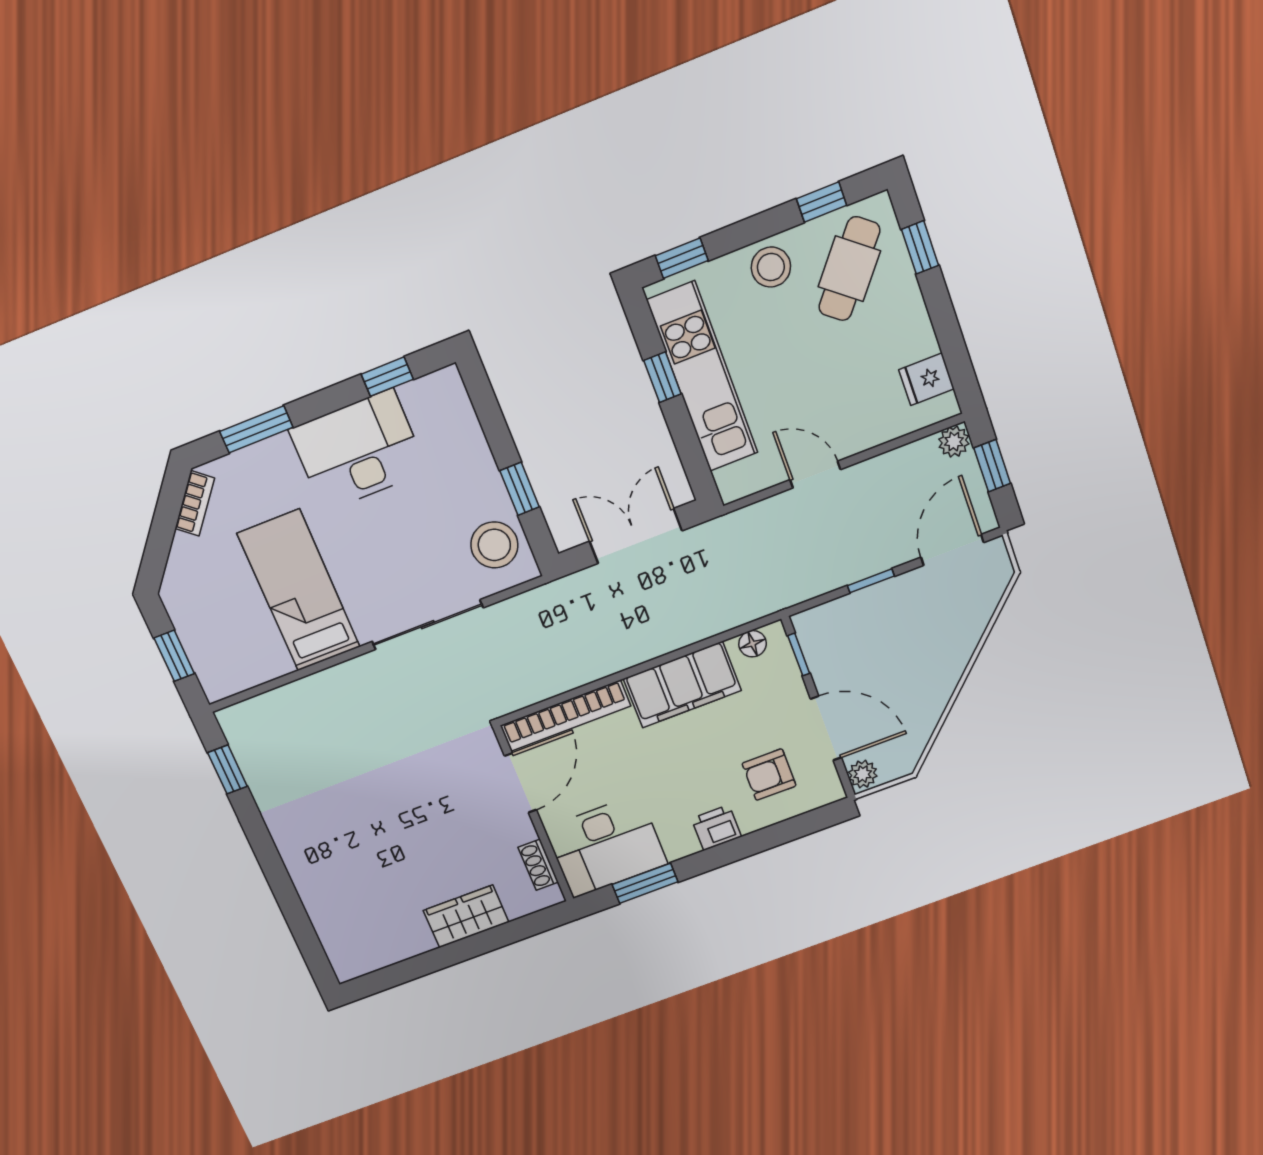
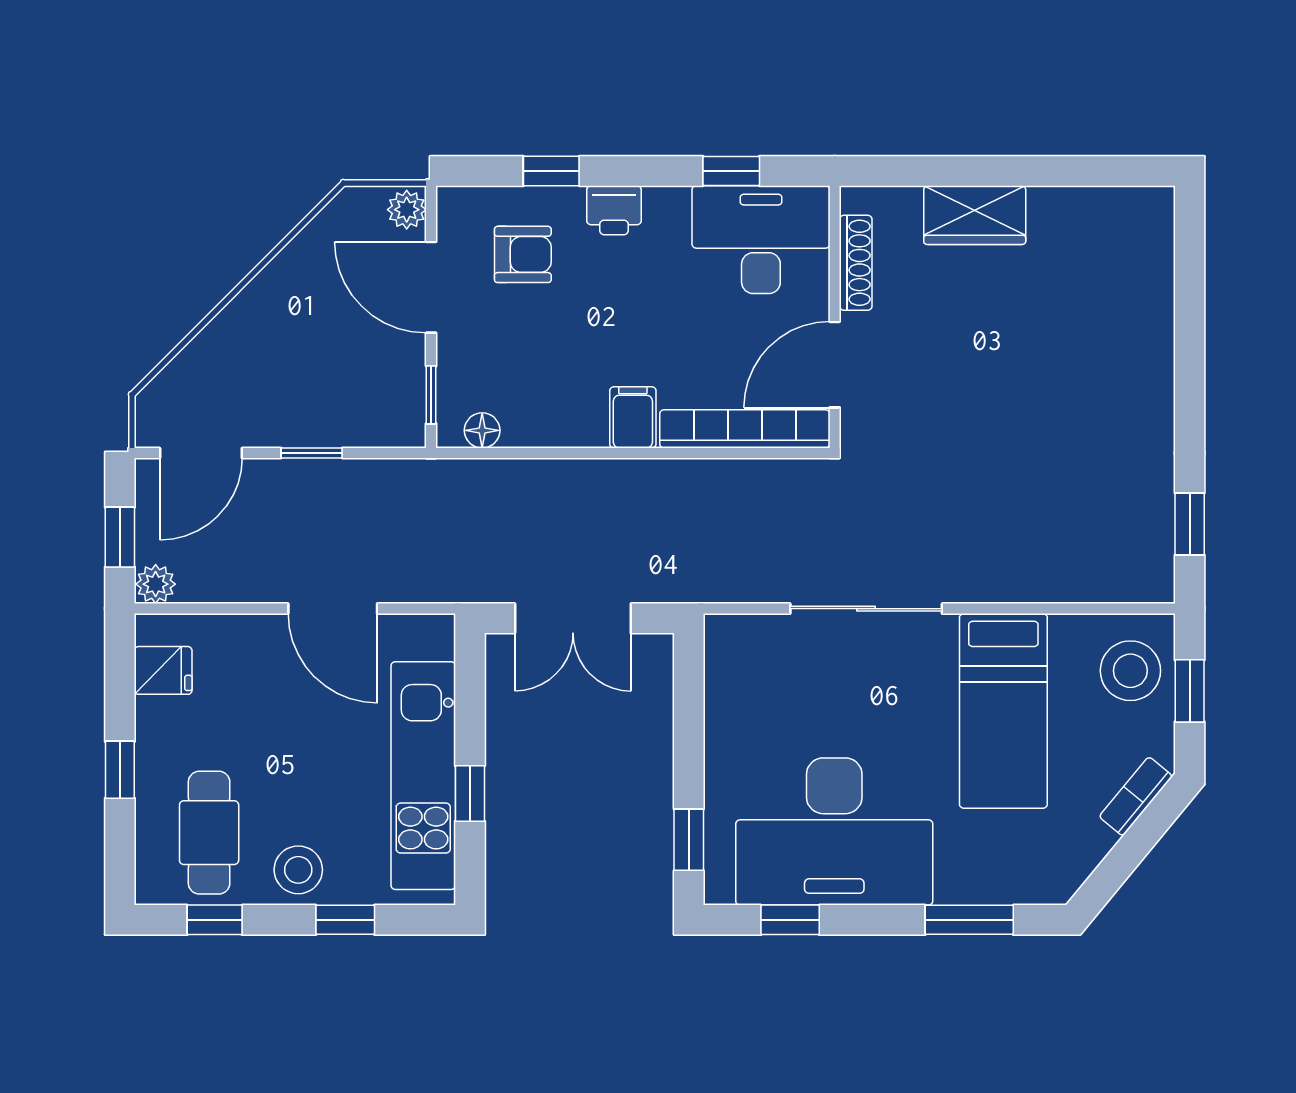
window: (920, 247) -> (120, 770), moved
window: (682, 258) -> (345, 920), moved
cafe table: (849, 269) -> (209, 833), turned -39
desk: (358, 450) -> (834, 831), width x1.36, depth x1.30
door: (815, 475) -> (333, 609), width x1.38
window: (520, 489) -> (689, 840), moved
bookcase: (195, 503) -> (1136, 796), moved
stool: (494, 545) -> (1130, 671), moved
filing cabinet: (682, 685) -> (633, 417), width x0.33, depth x0.86
window: (770, 837) -> (551, 171), added
shoe rack: (538, 865) -> (856, 263), width x1.43
window: (645, 883) -> (731, 171), width x0.67

